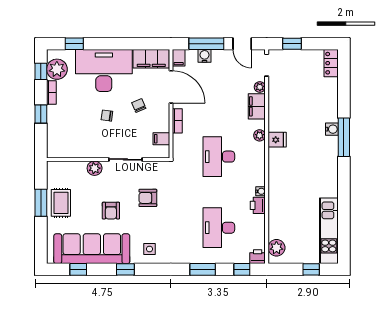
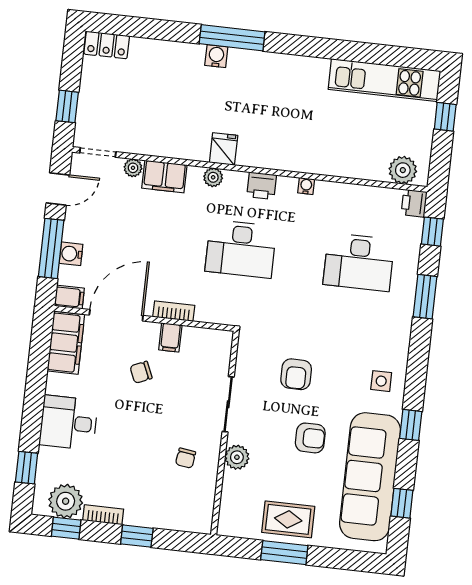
desk: (104, 71) -> (68, 423), width x0.53, depth x0.77
chair: (107, 116) -> (186, 458), moved
filing cabinet: (161, 139) -> (170, 337), moved
printer: (258, 205) -> (262, 186), moved

